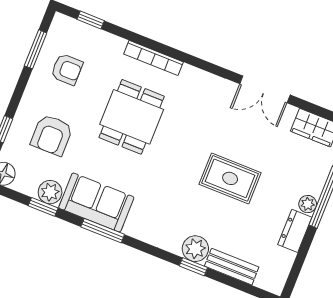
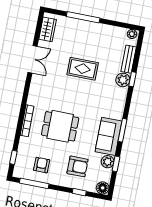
window: (36, 49) -> (34, 183), width x1.44
rug: (230, 178) -> (83, 69), turned 90
plant: (308, 204) -> (132, 34), moved
dresser: (295, 231) -> (104, 30), removed

